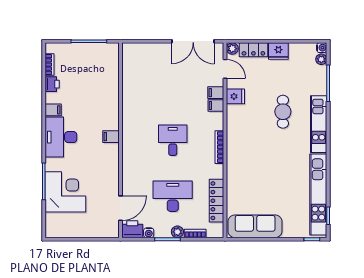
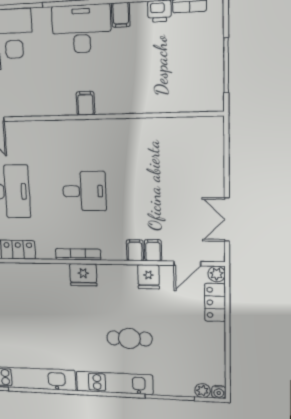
double door: (193, 41) -> (227, 219), width x0.73
fridge: (278, 51) -> (83, 275), moved, turned -90

